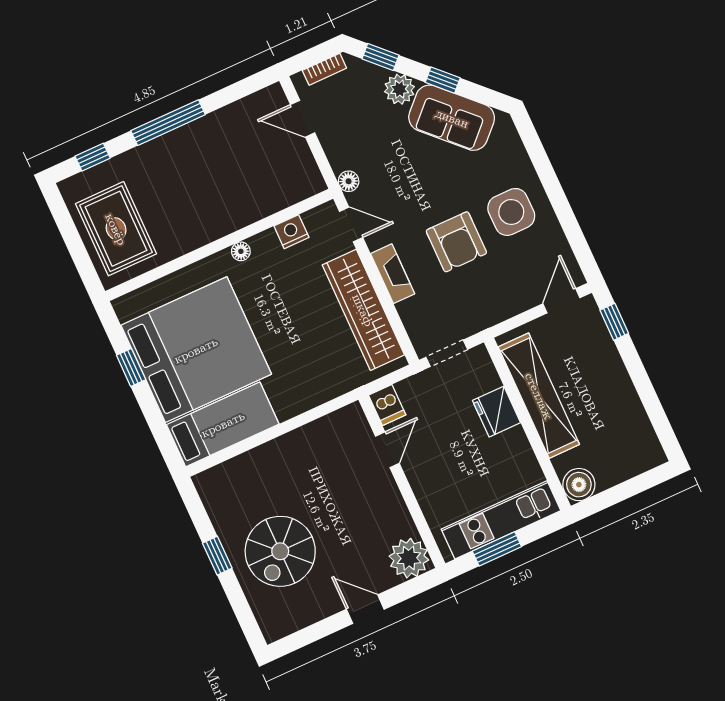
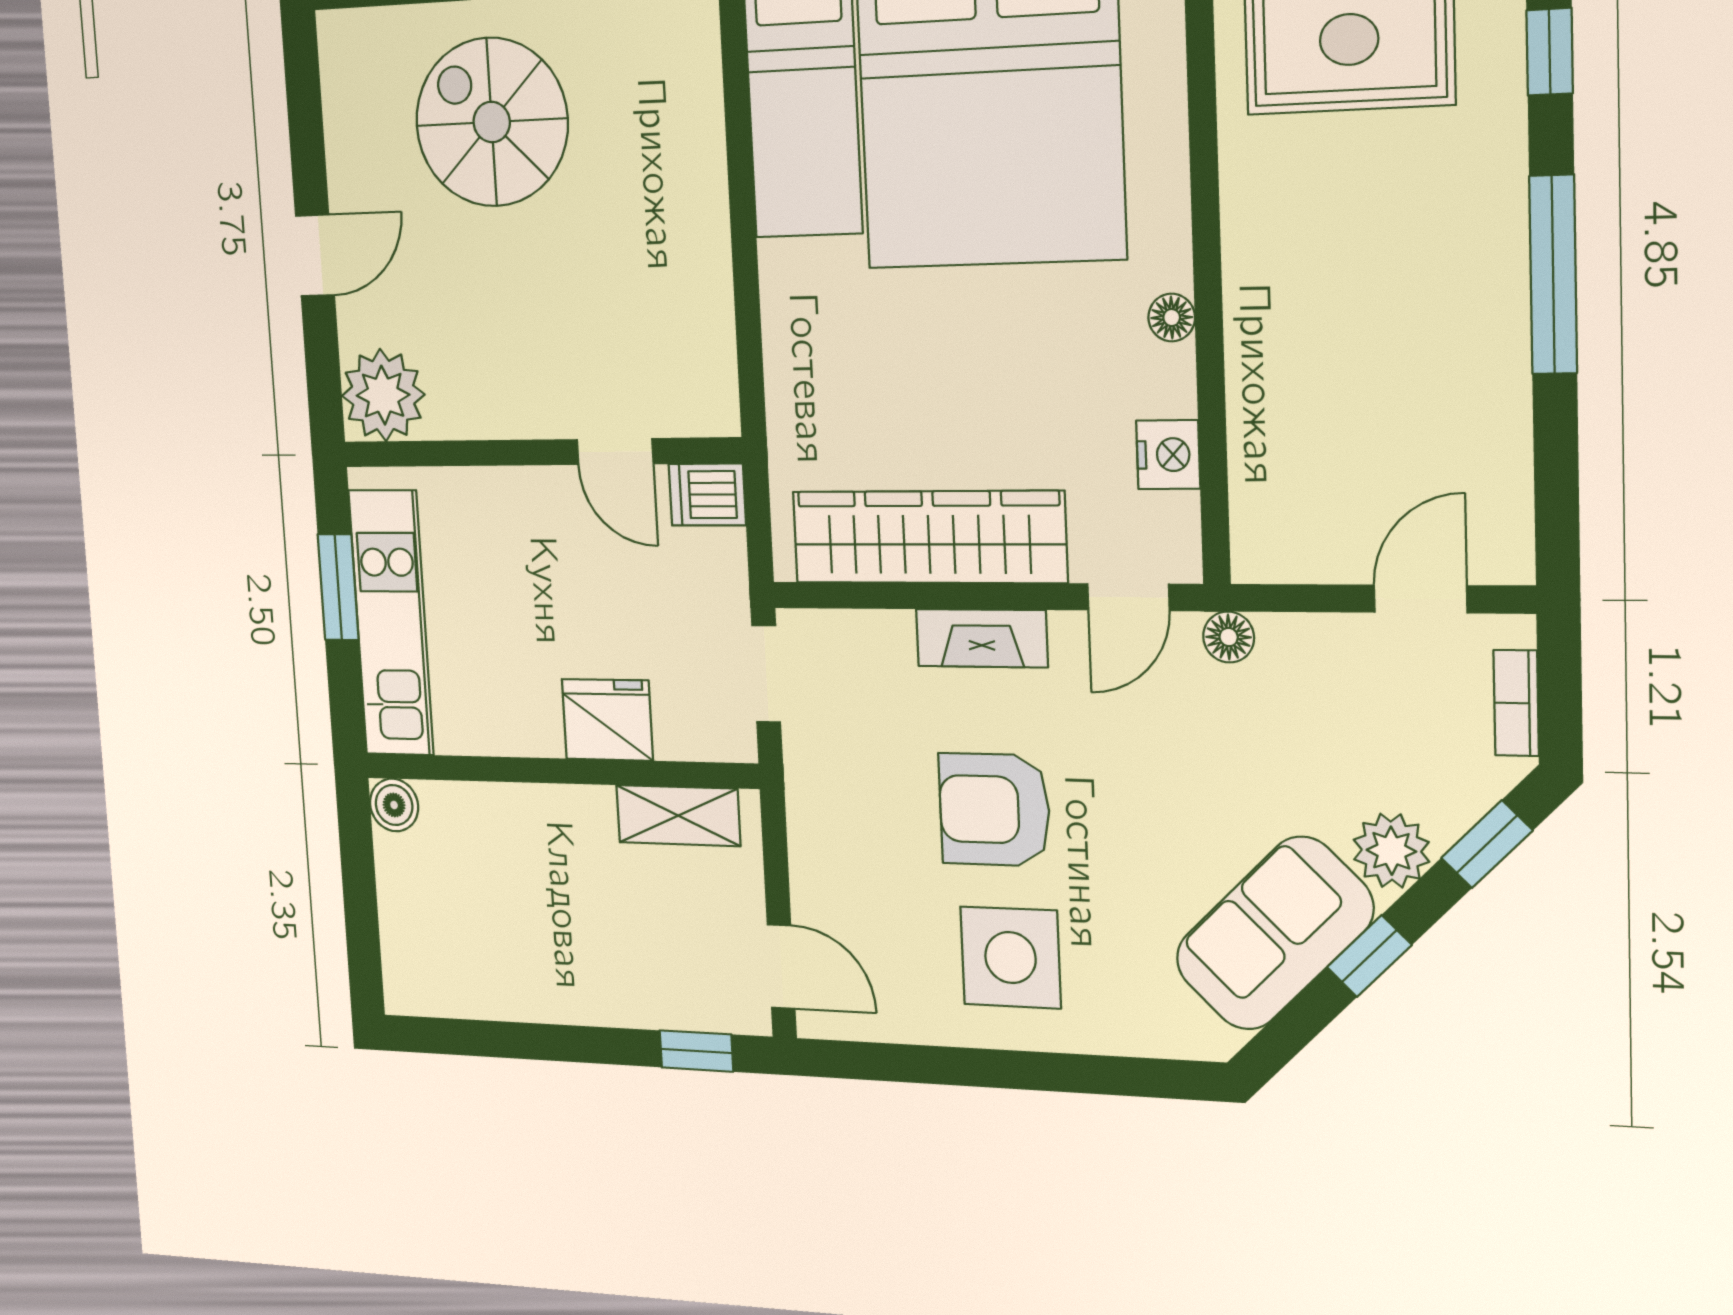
shelving: (539, 396) -> (678, 816), width x0.45, depth x0.75
boiler: (579, 485) -> (394, 805), width x0.73, depth x0.73

